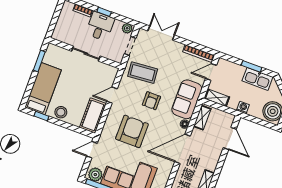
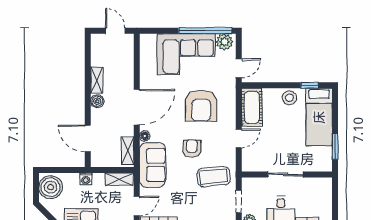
boiler: (212, 165) -> (97, 101), added

